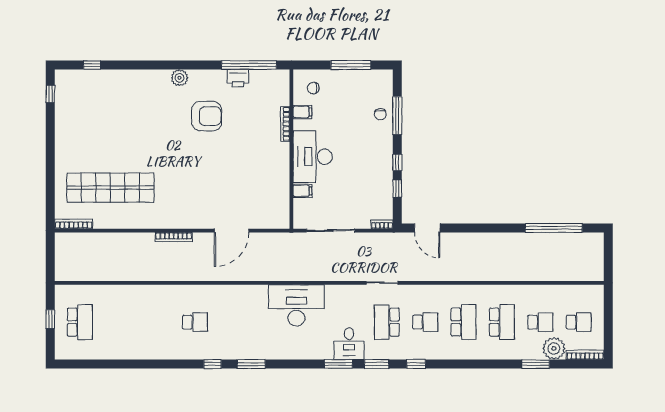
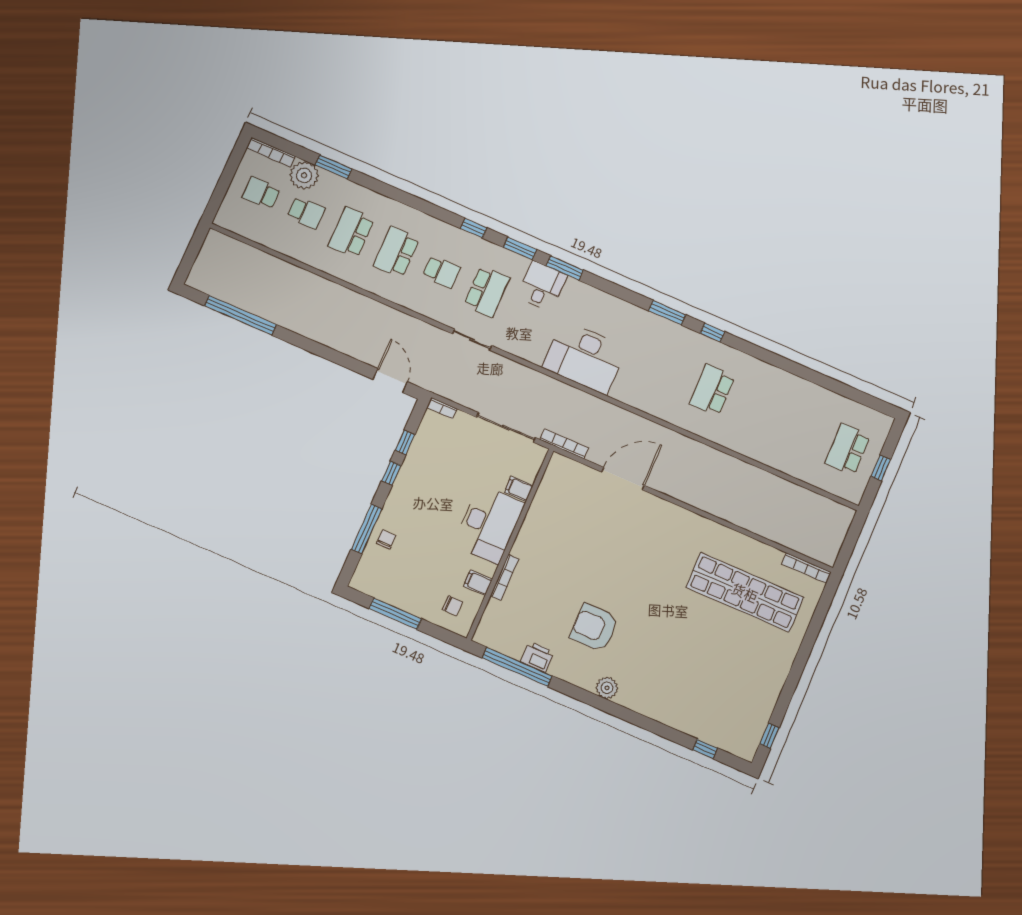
bookcase: (174, 237) -> (564, 444), moved
school desk: (195, 322) -> (712, 390), width x1.85
school desk: (425, 322) -> (442, 272), turned 180
school desk: (540, 322) -> (306, 213), turned 180

